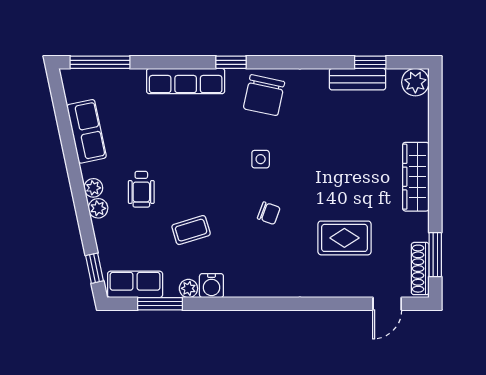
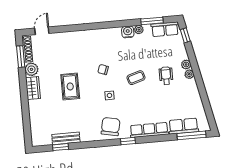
plant: (415, 82) -> (31, 69), moved
row of seats: (87, 131) -> (183, 126), moved, turned 102
wardrobe: (416, 177) -> (33, 88), width x0.67
coffee table: (191, 230) -> (136, 78), moved
rug: (344, 238) -> (70, 86), moved, turned 90

